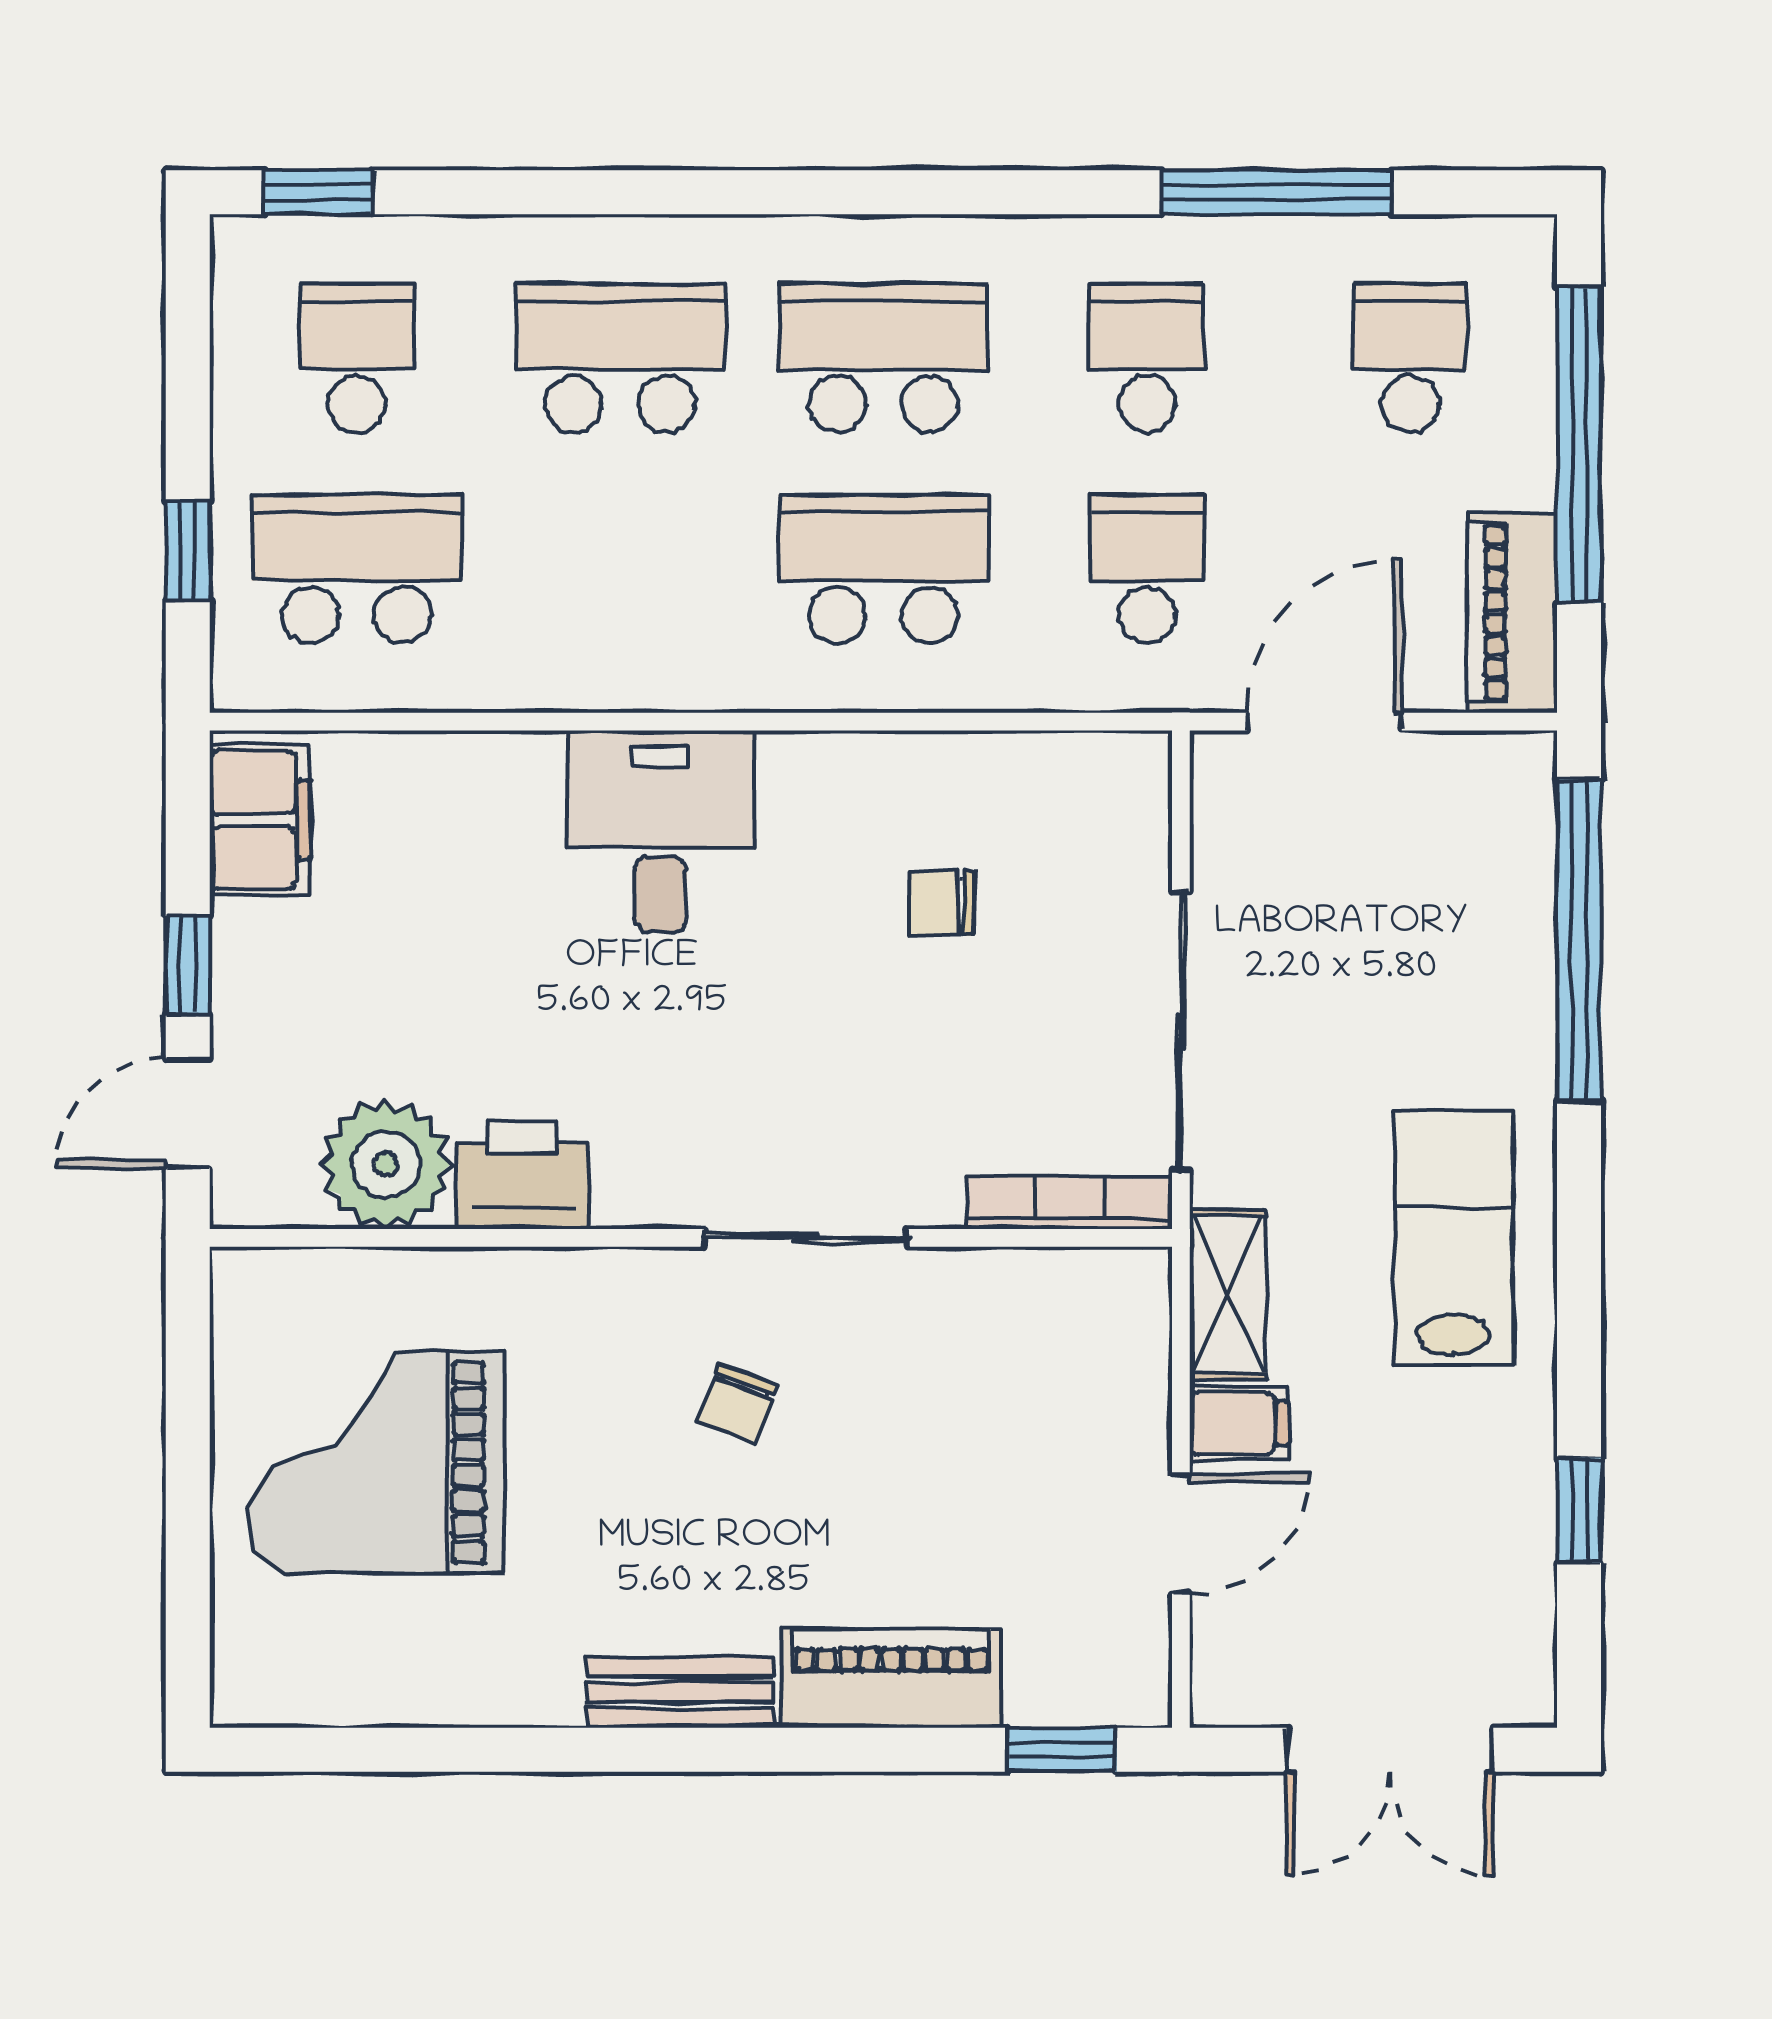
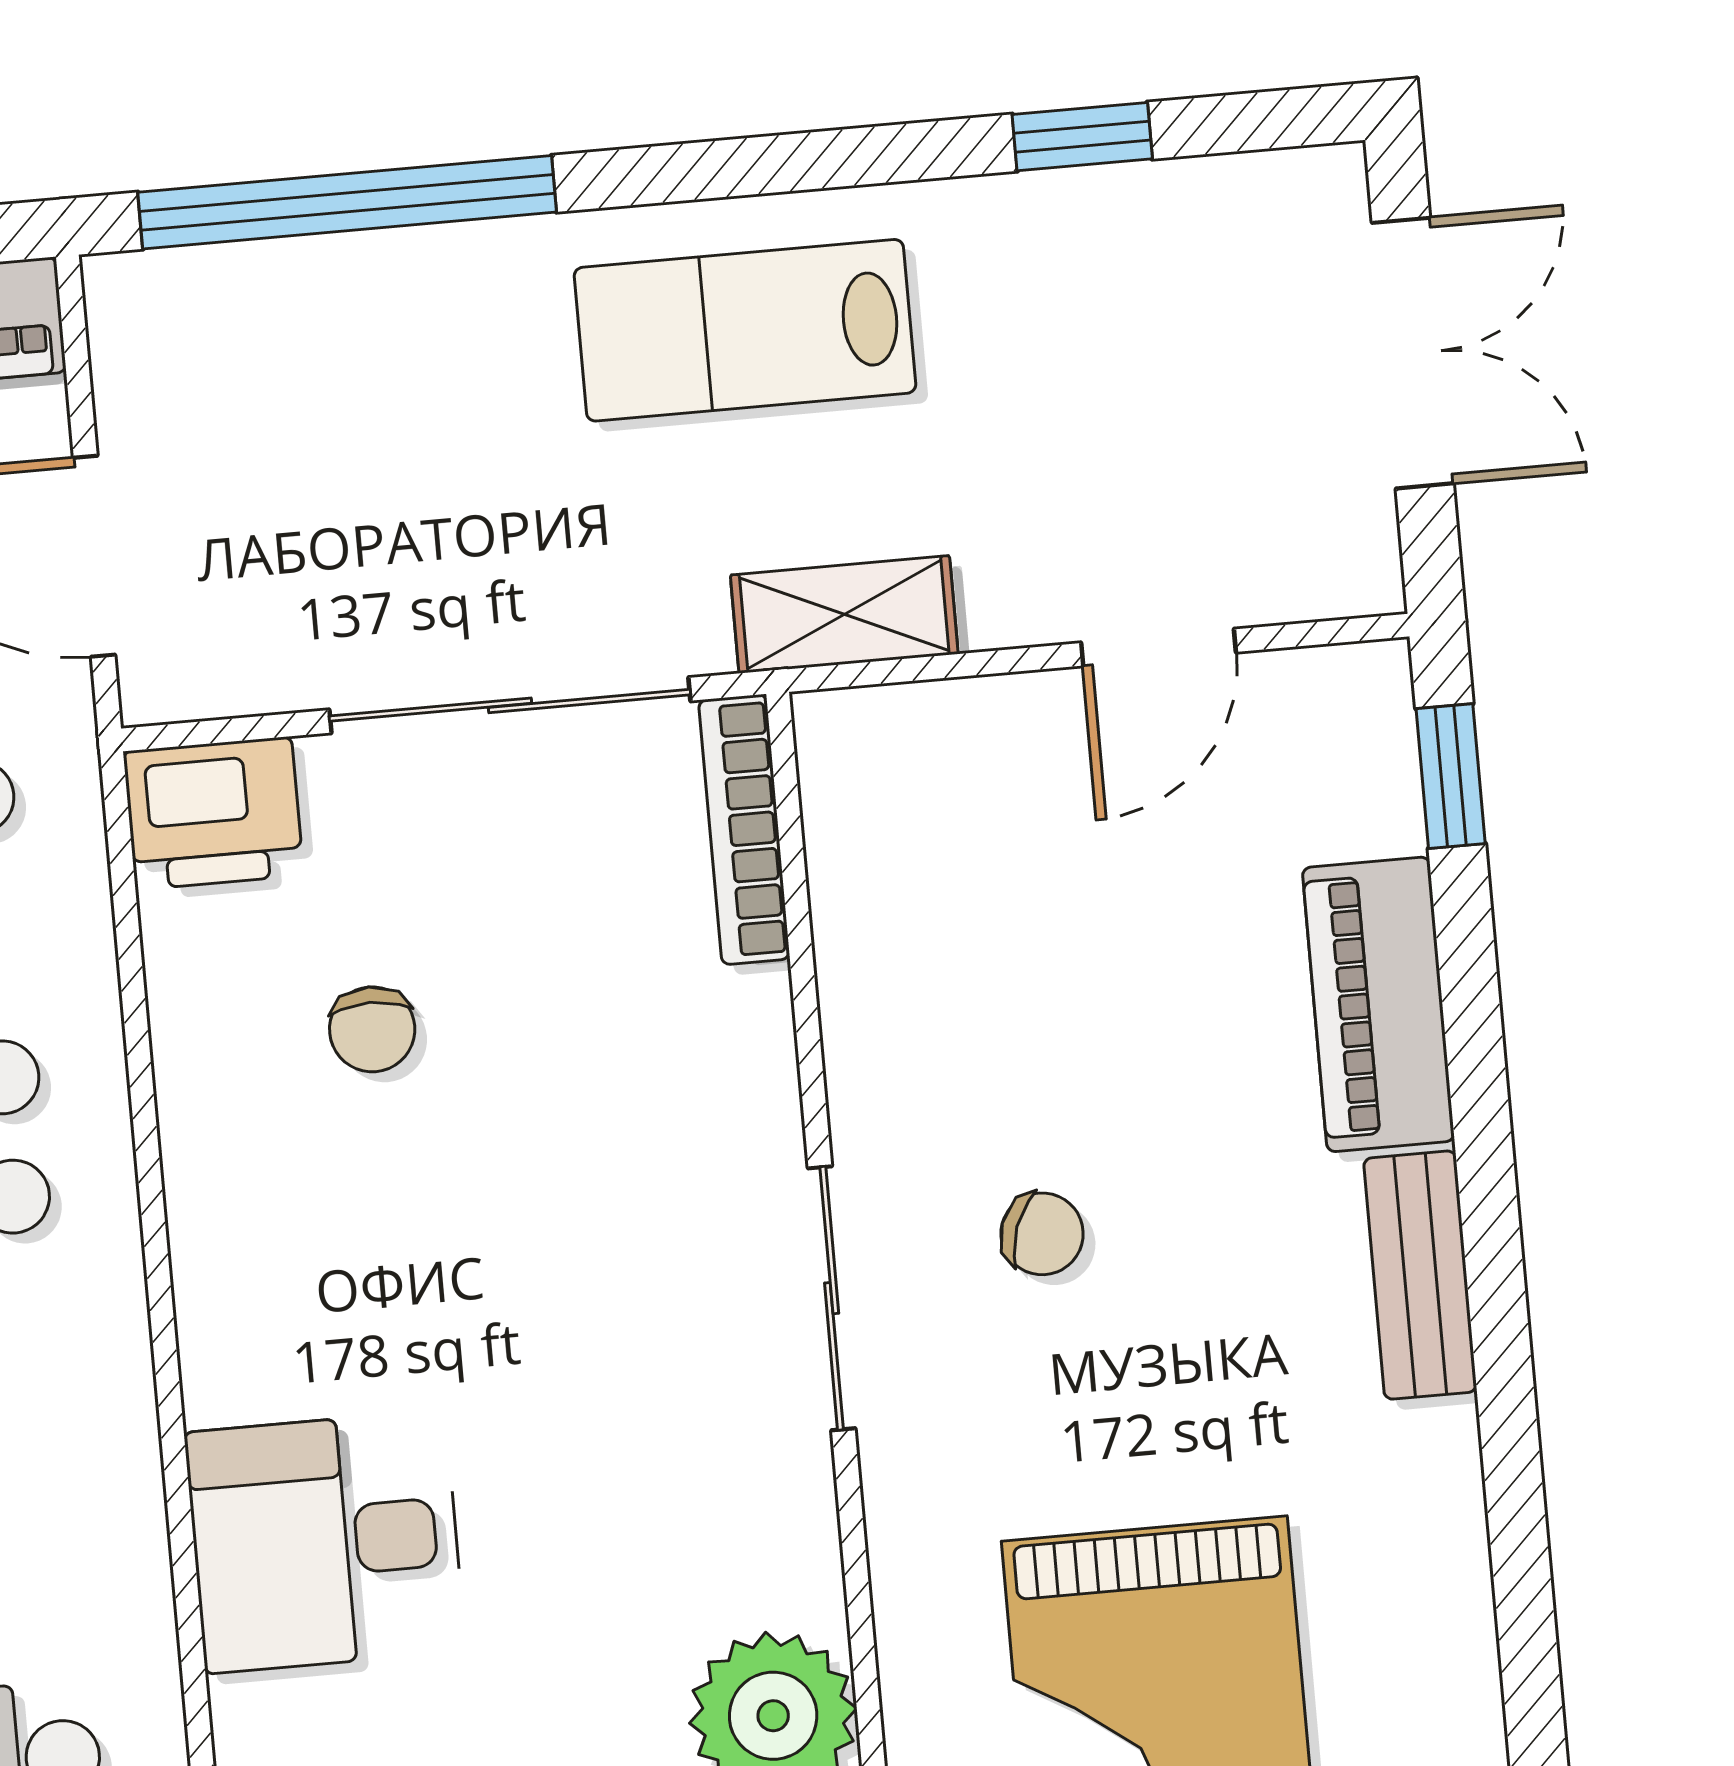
desk: (661, 832) -> (325, 1542), moved
printer: (523, 1175) -> (213, 813), moved, turned -90
sliding door: (806, 1238) -> (832, 1298), moved
filing cabinet: (1239, 1423) -> (1009, 585), removed
door: (1181, 1534) -> (1158, 647), swing flipped

